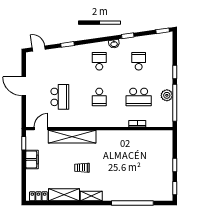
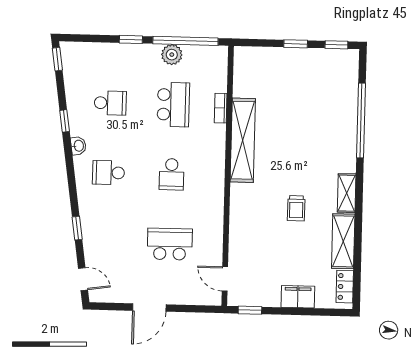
door: (39, 49) -> (83, 279), swing flipped
school desk: (139, 61) -> (110, 103), turned 180
school desk: (99, 97) -> (172, 174), turned 90
shelving: (72, 137) -> (243, 140), moved
filing cabinet: (32, 159) -> (298, 297), moved

